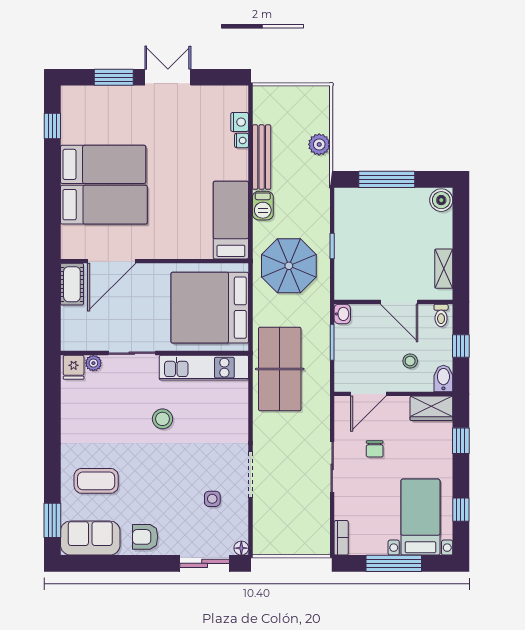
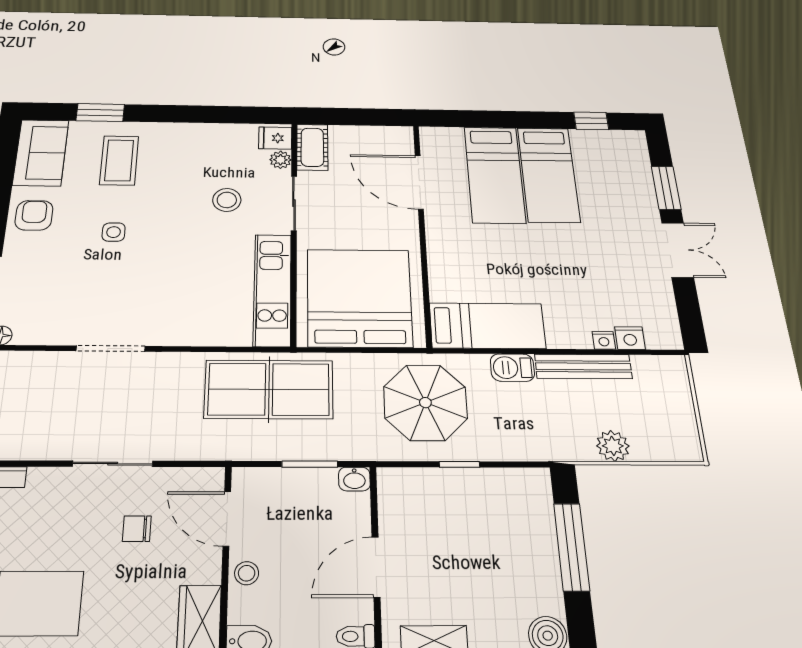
cot: (72, 284) -> (312, 147), moved, turned 90
stool: (410, 361) -> (247, 573), moved
stool: (162, 419) -> (227, 200), moved
side table: (212, 499) -> (114, 232), moved
window: (52, 520) -> (100, 112), moved

